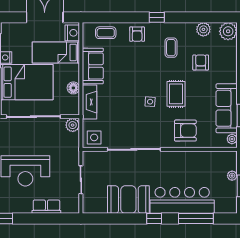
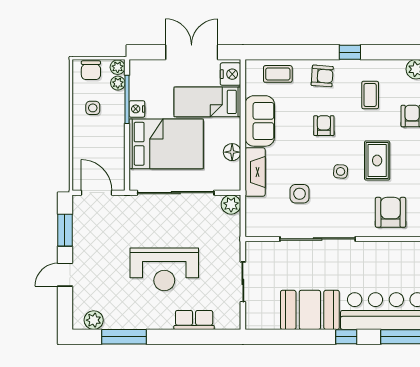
armchair: (137, 34) -> (322, 76), turned -86
armchair: (138, 69) -> (324, 126), added
armchair: (185, 131) -> (391, 212), turned -90
side table: (94, 137) -> (300, 194), moved

